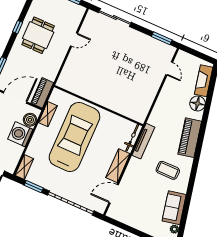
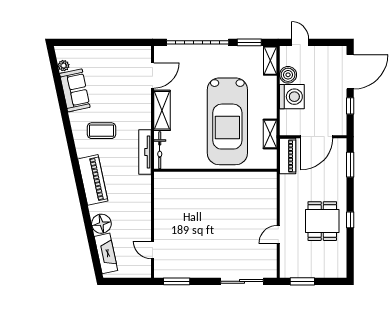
boiler: (30, 120) -> (288, 75), moved

